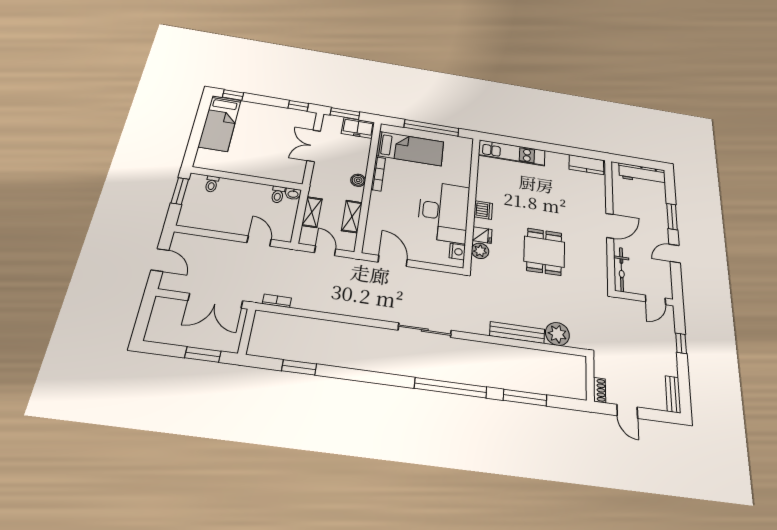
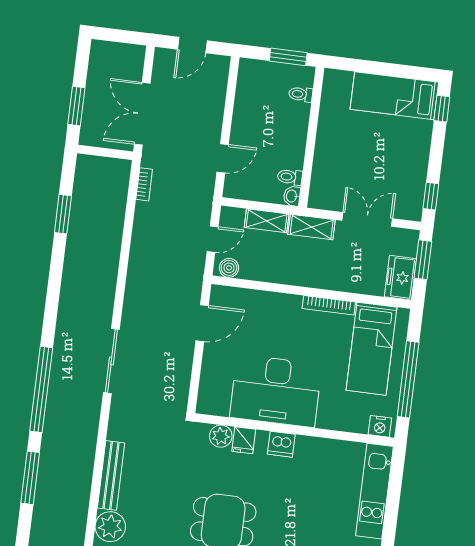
boiler: (358, 180) -> (229, 268), moved
shelving: (352, 217) -> (312, 227), moved
nightstand: (457, 252) -> (380, 426), moved

